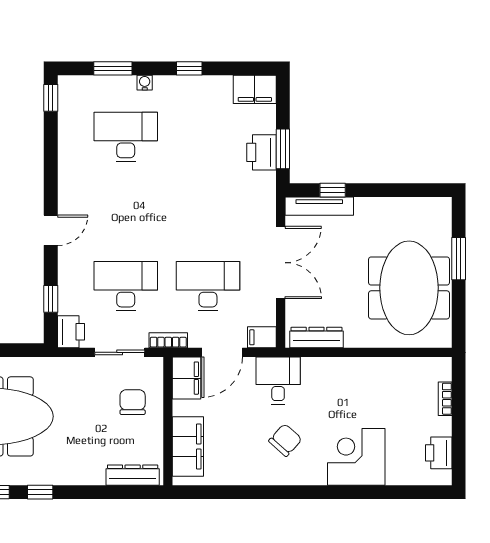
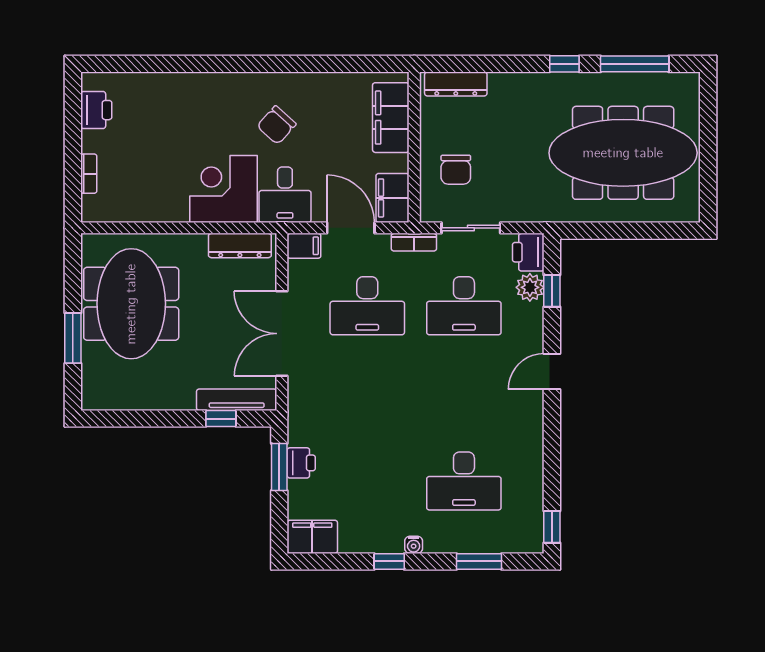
water cooler: (145, 83) -> (414, 545), moved
printer: (261, 152) -> (301, 463), width x0.73, depth x0.81
plant: (69, 302) -> (530, 287), added
door: (222, 352) -> (351, 228), hinge flipped
corner desk: (356, 457) -> (223, 189), moved, turned 180

